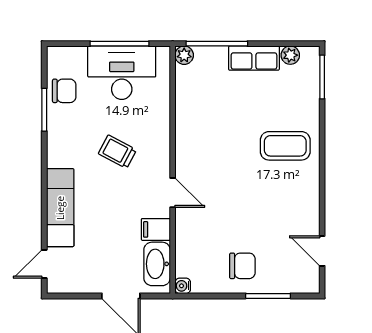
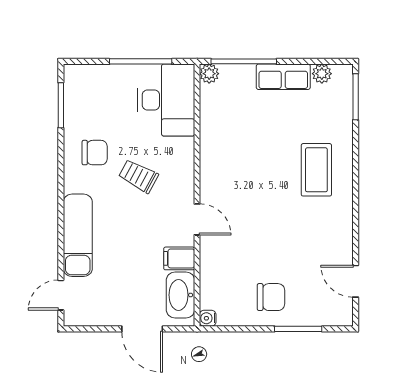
desk: (122, 73) -> (166, 100), moved, turned 90
chair: (64, 91) -> (95, 153), moved
window: (44, 110) -> (61, 105), moved
coffee table: (285, 146) -> (316, 170), turned 90

